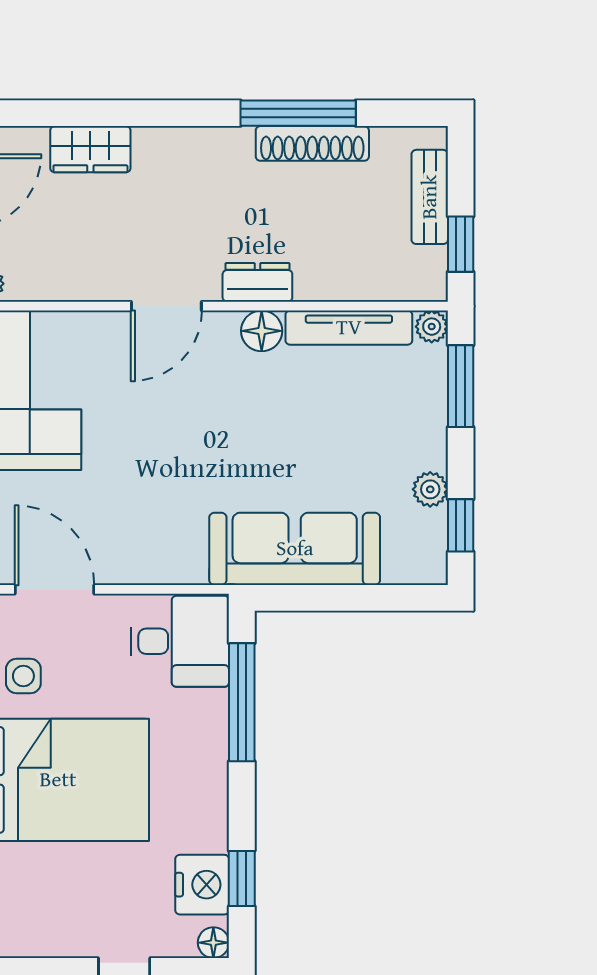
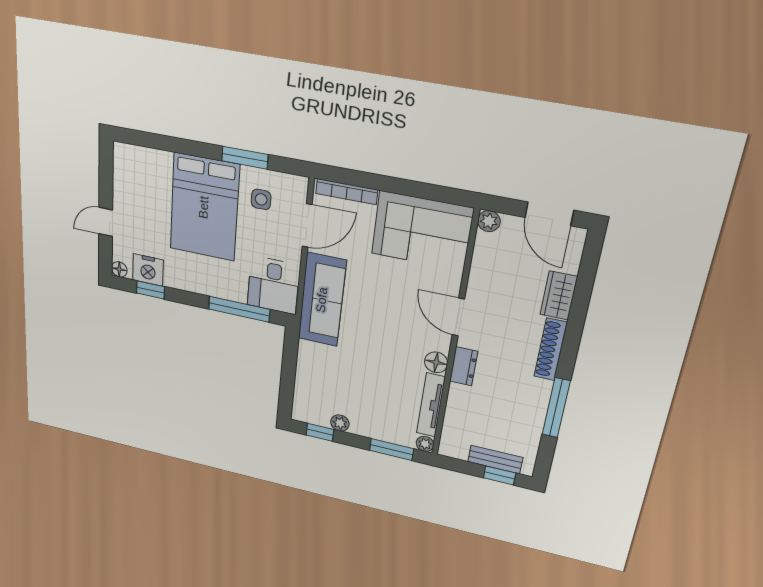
shoe rack: (312, 143) -> (551, 349), moved
window: (461, 244) -> (500, 475), moved
sofa: (295, 549) -> (322, 300), moved

